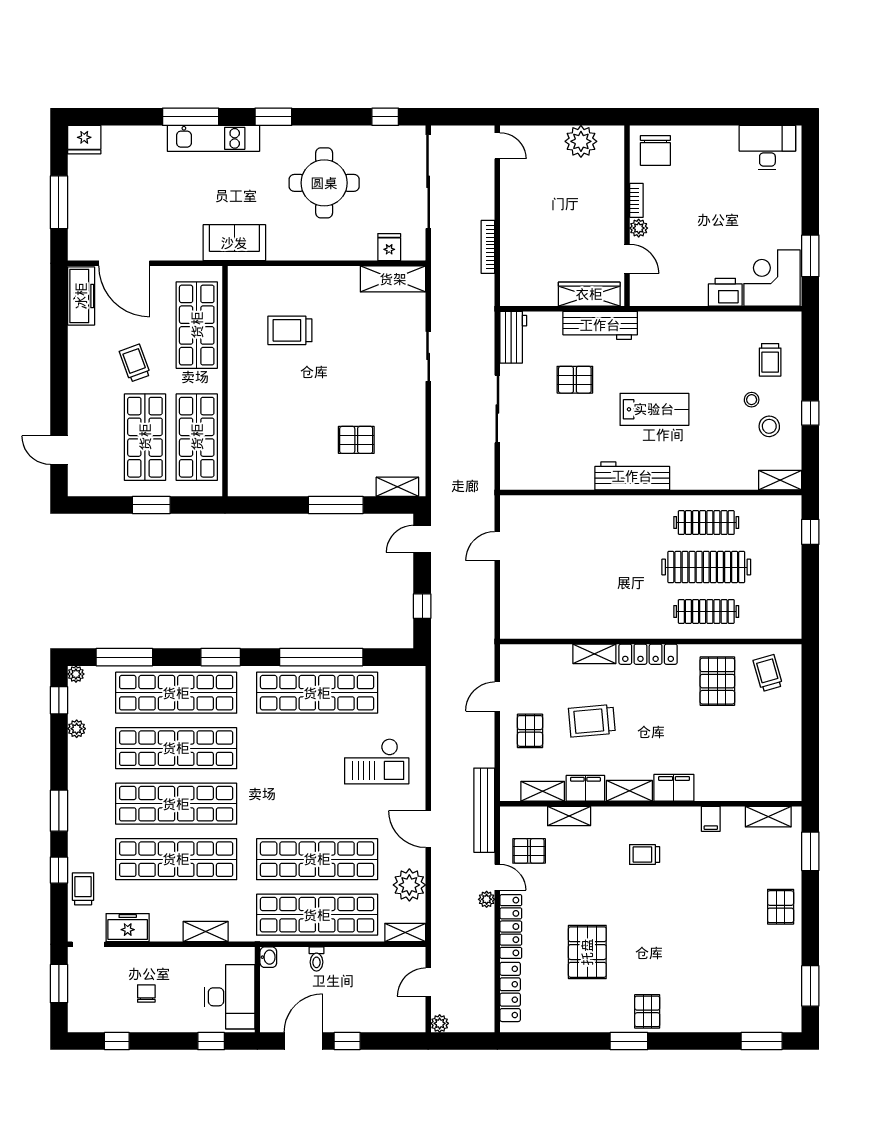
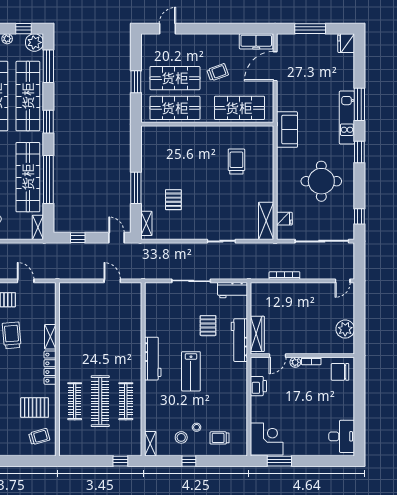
printer: (725, 292) -> (258, 386), moved
plant: (76, 674) -> (34, 42), width x1.87, depth x1.87
shelving: (404, 675) -> (38, 227), added

